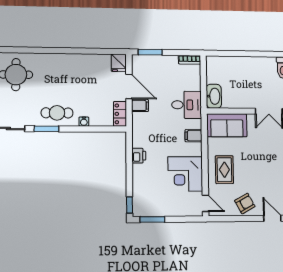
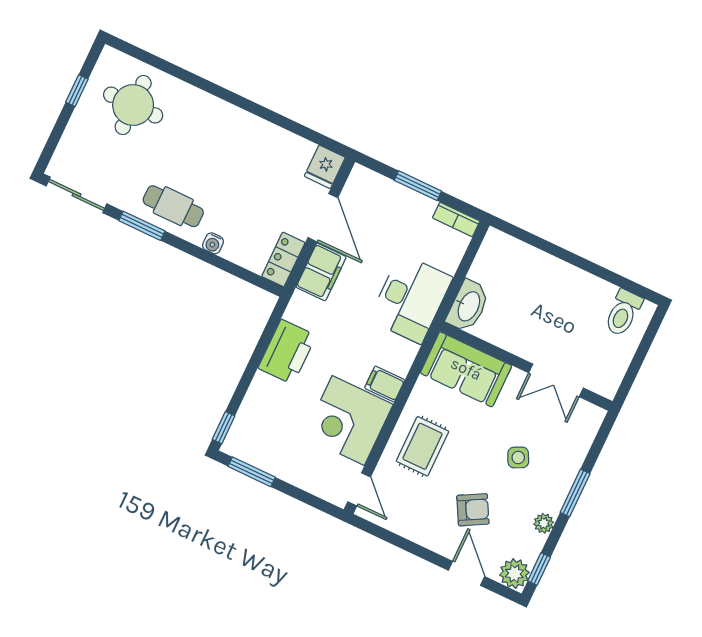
window: (150, 52) -> (418, 186), moved
filing cabinet: (140, 105) -> (321, 272), width x2.00
desk: (187, 105) -> (411, 299), width x1.37
filing cabinet: (193, 136) -> (385, 384), moved
side table: (269, 154) -> (518, 457), added
printer: (139, 156) -> (287, 352), width x1.87, depth x1.48
armchair: (245, 204) -> (473, 510), moved

